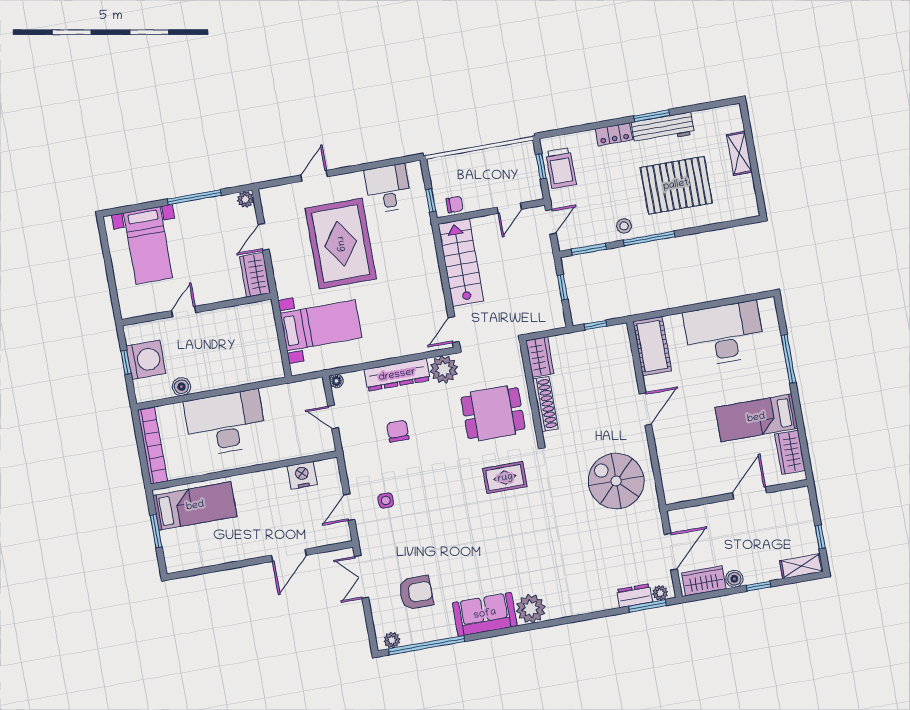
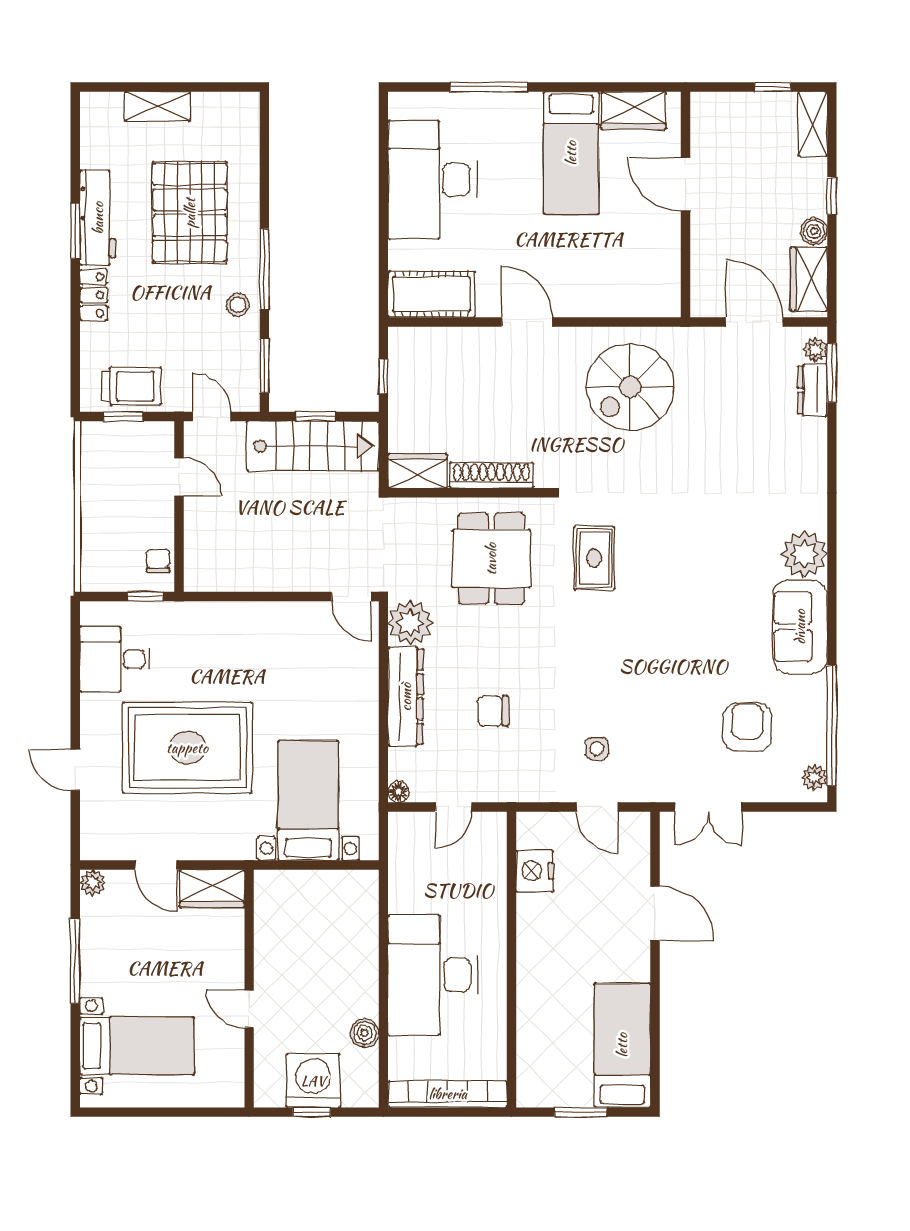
stairs: (461, 262) -> (313, 446), moved, turned 180
bed: (195, 506) -> (622, 1045), moved

